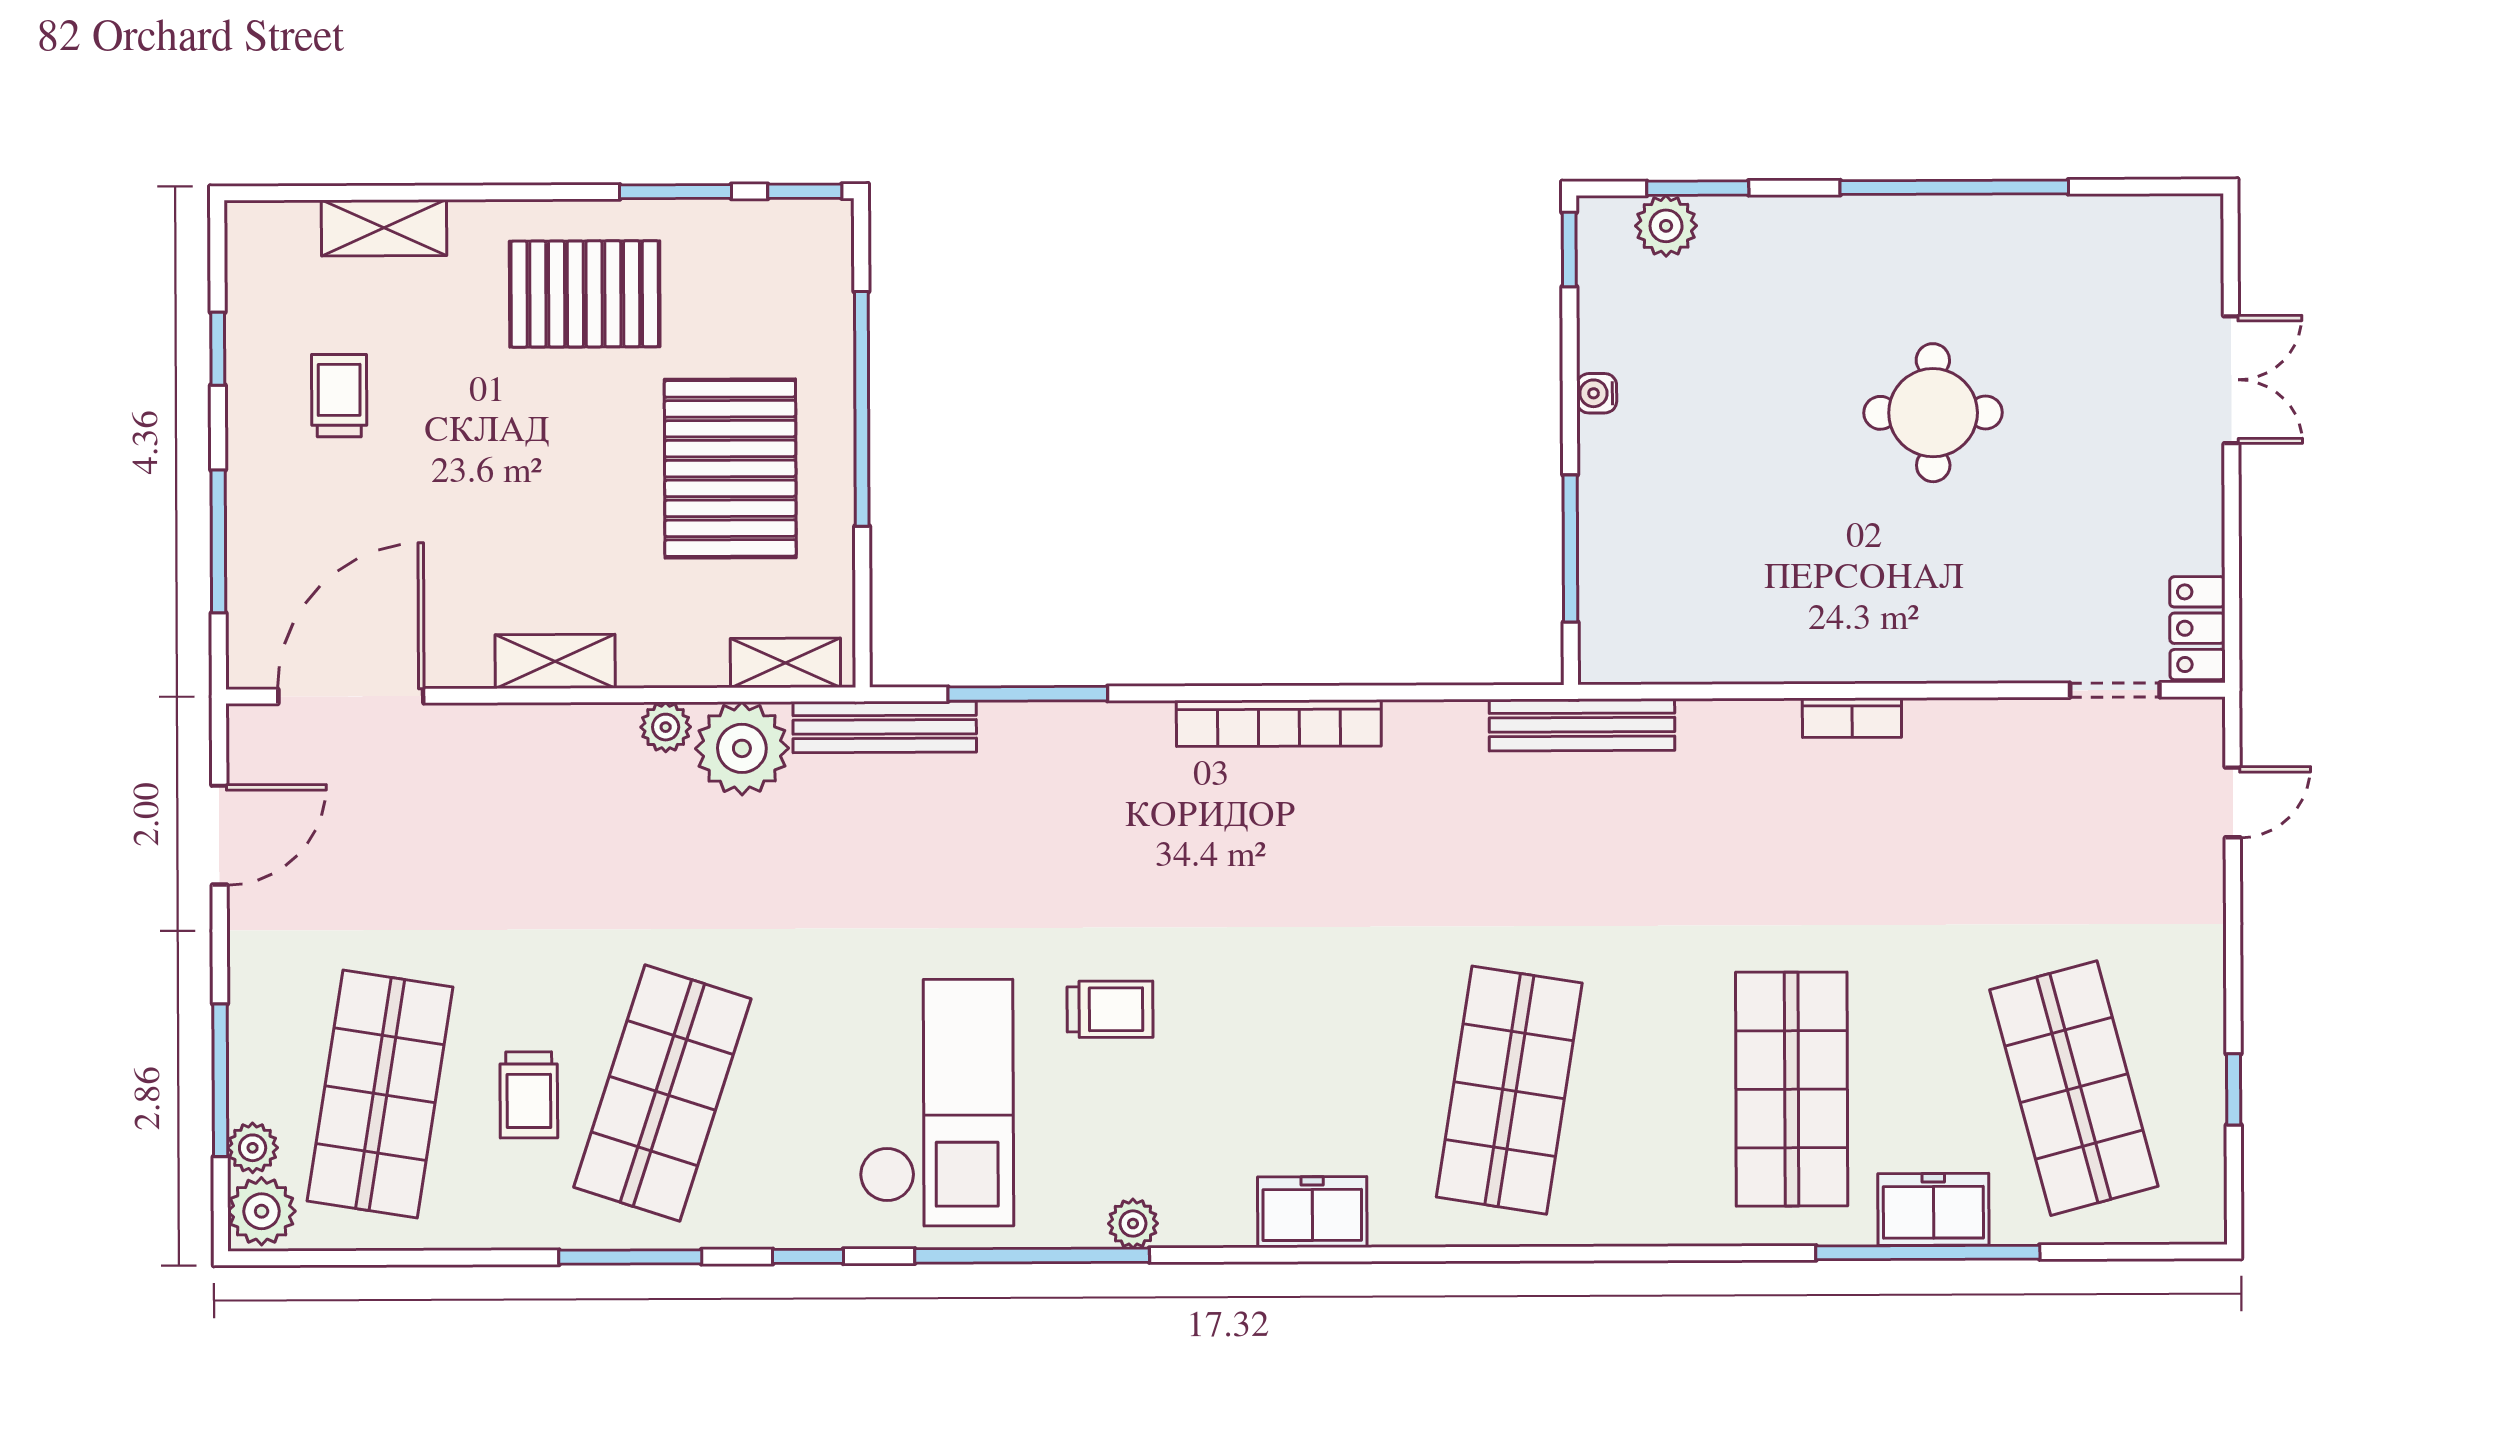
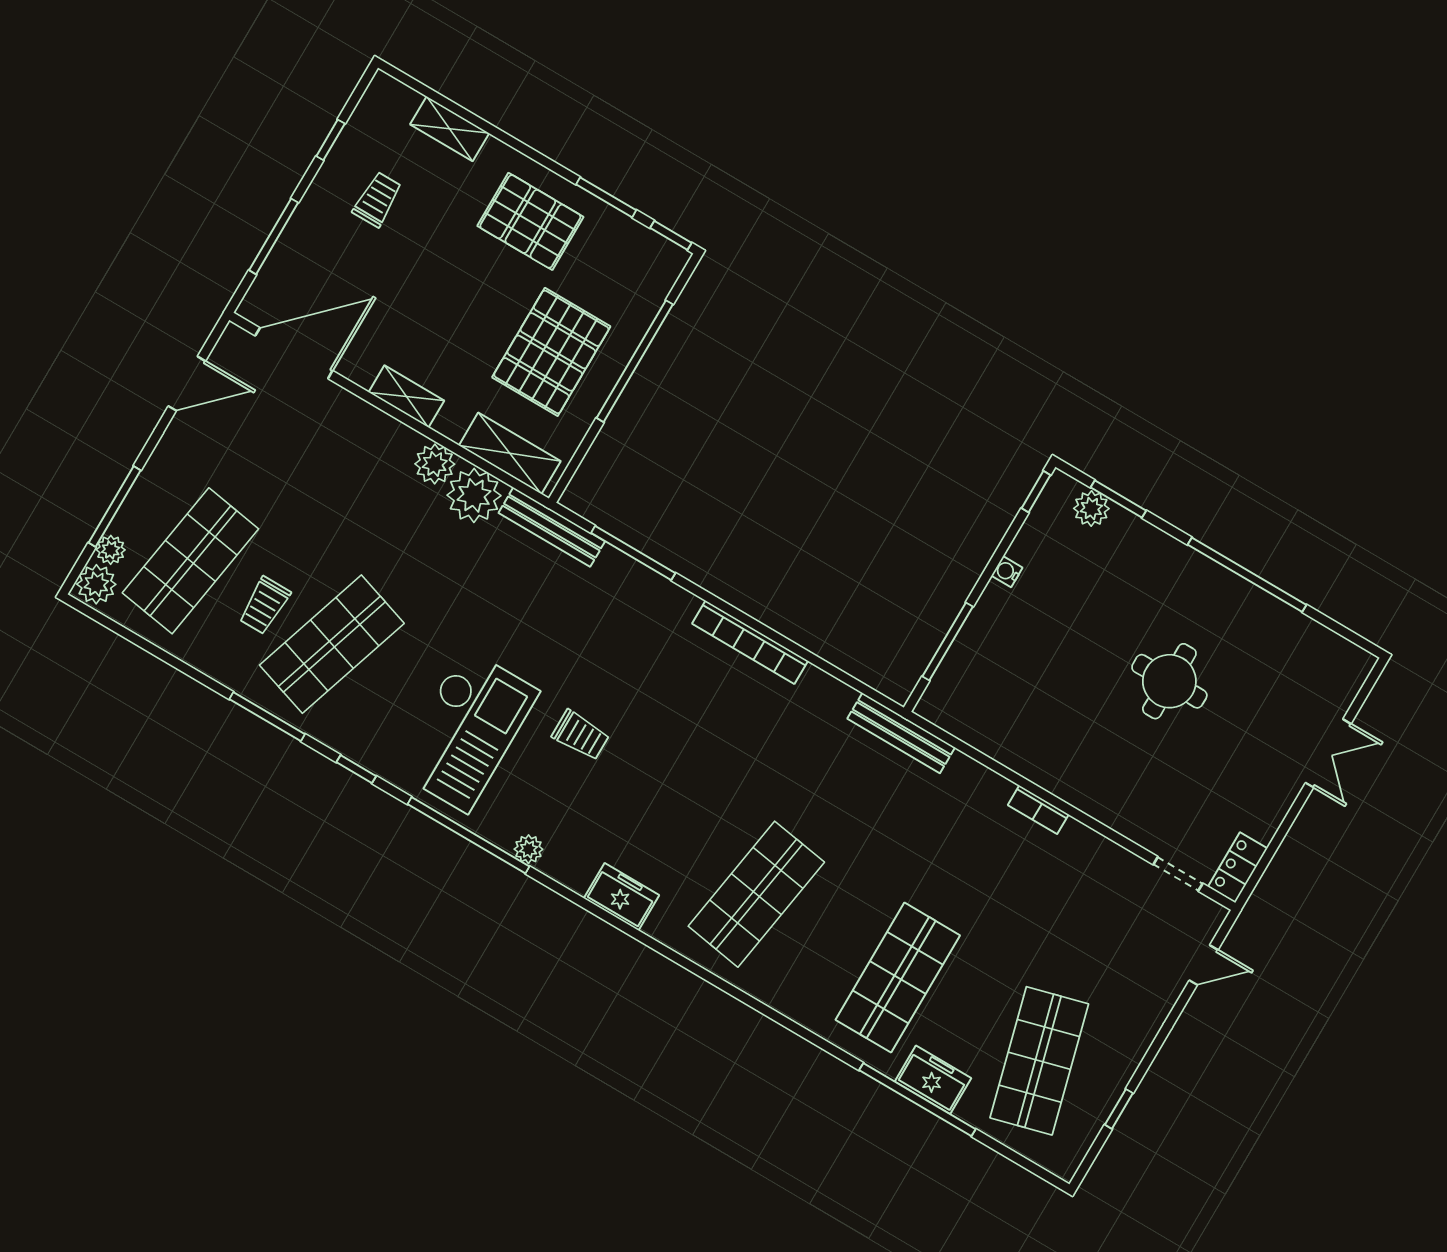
shelving: (785, 663) -> (510, 453), width x1.50, depth x1.33
plant: (666, 727) -> (435, 464), width x1.38, depth x1.38

